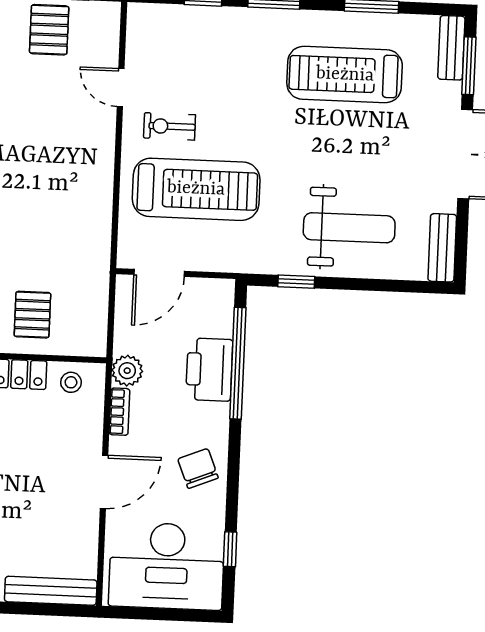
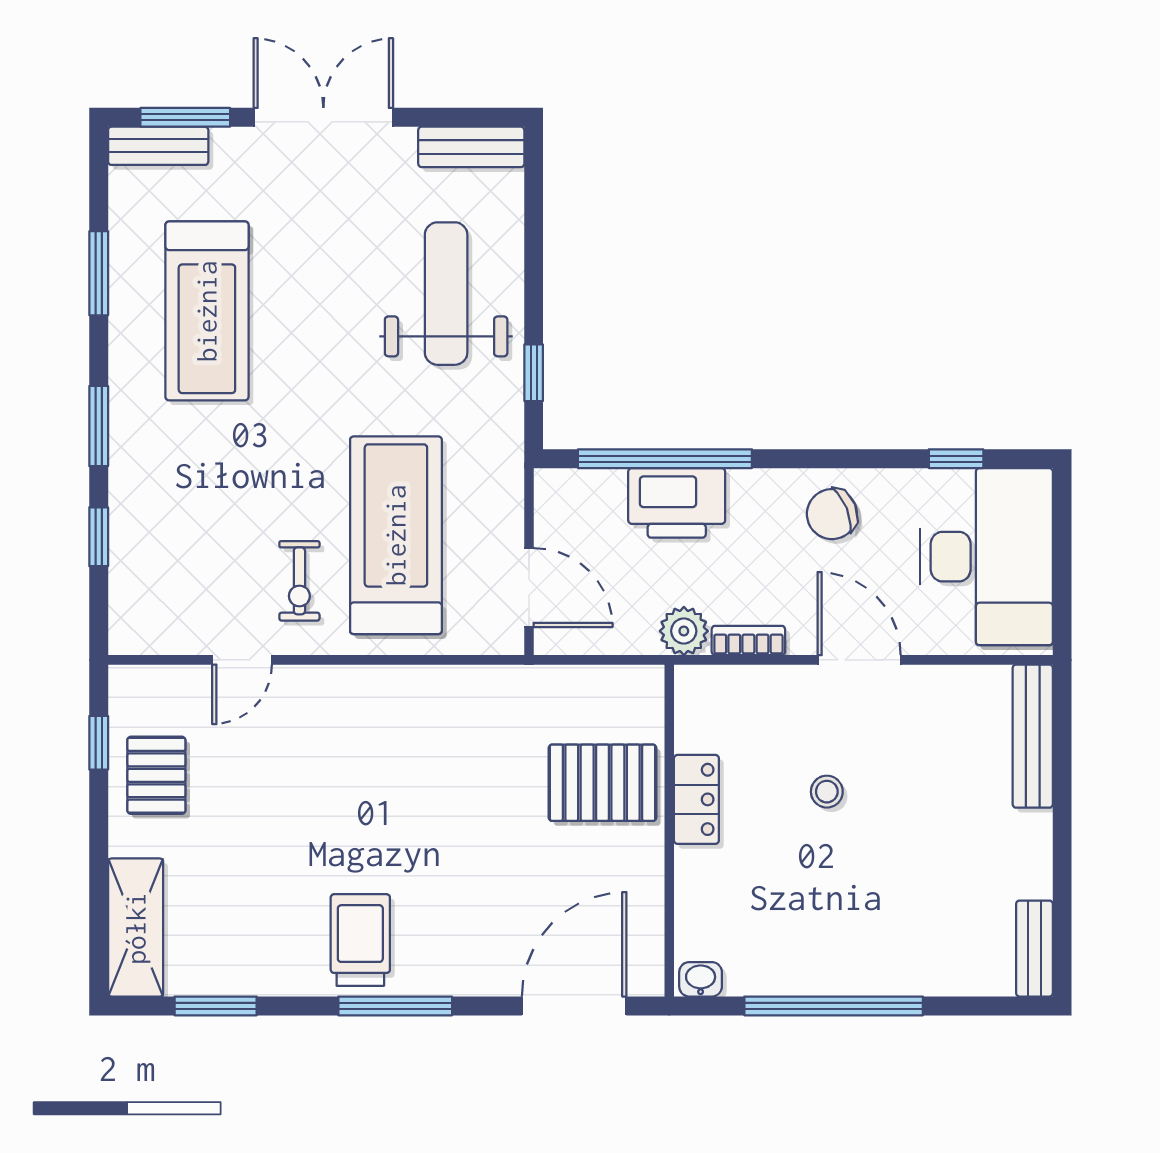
pallet: (49, 30) -> (156, 775), turned 90
pallet: (32, 315) -> (603, 783), width x1.50, depth x1.42
stool: (71, 382) -> (827, 792), moved

